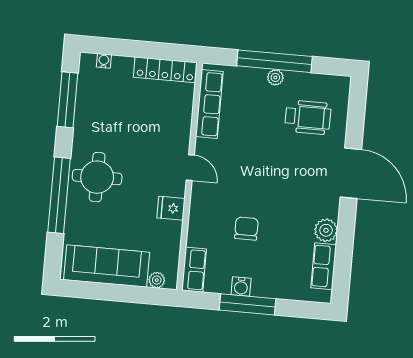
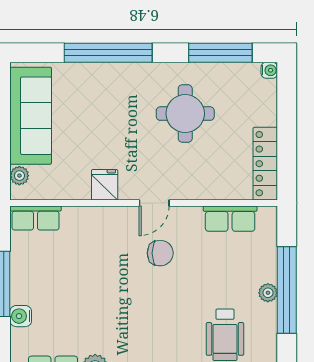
water cooler: (104, 61) -> (269, 70), moved
row of seats: (209, 104) -> (230, 219), width x0.68
round table: (97, 177) -> (185, 114), moved
chair: (246, 228) -> (160, 253), moved
water cooler: (241, 286) -> (21, 316), moved

